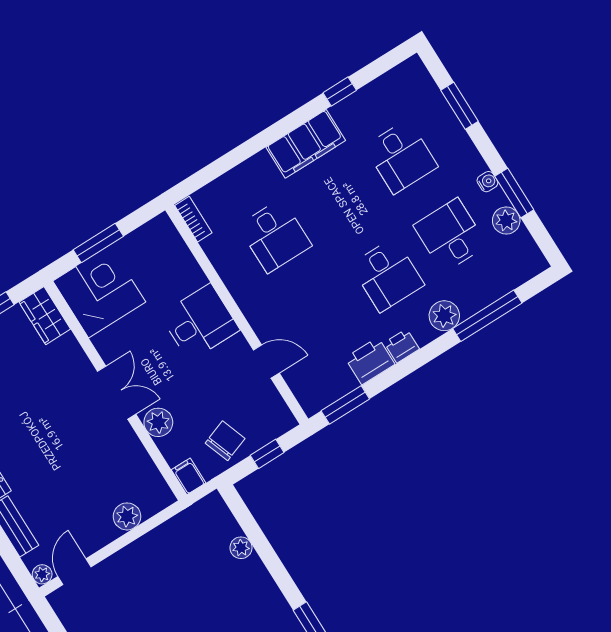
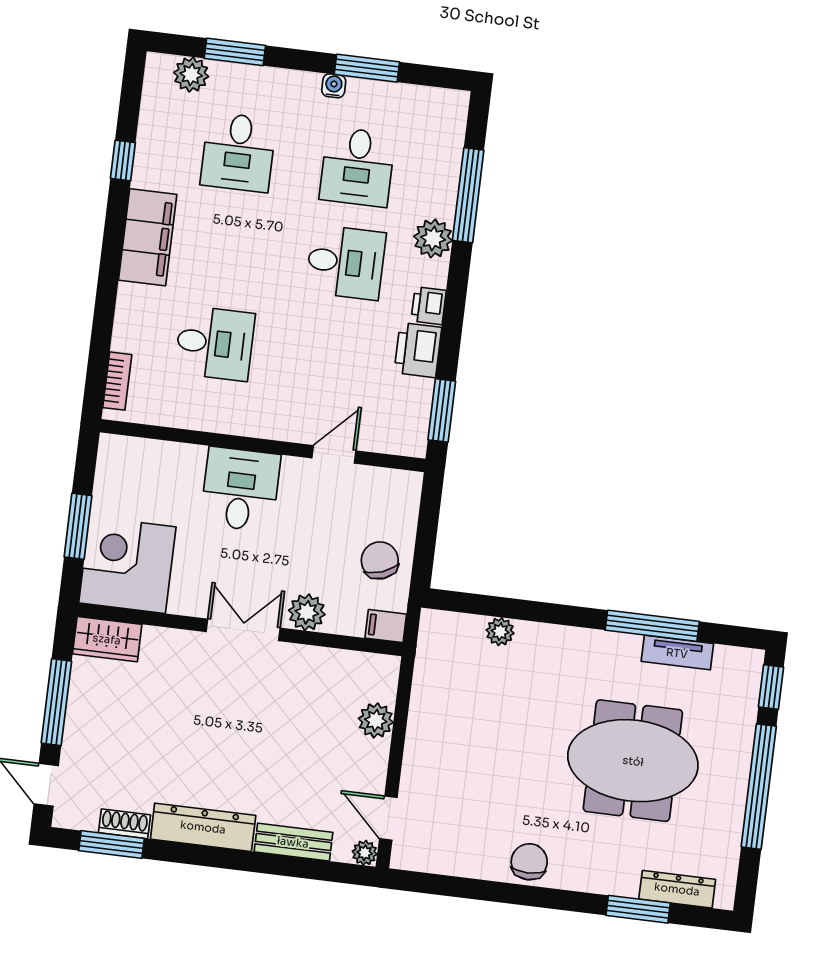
desk: (401, 157) -> (238, 152), turned 90
bookcase: (193, 219) -> (117, 381), moved, turned 90
plant: (506, 221) -> (191, 75), moved
desk: (450, 235) -> (357, 167), turned -90
window: (267, 454) -> (427, 529), removed

